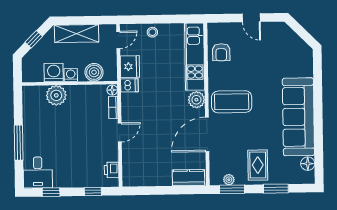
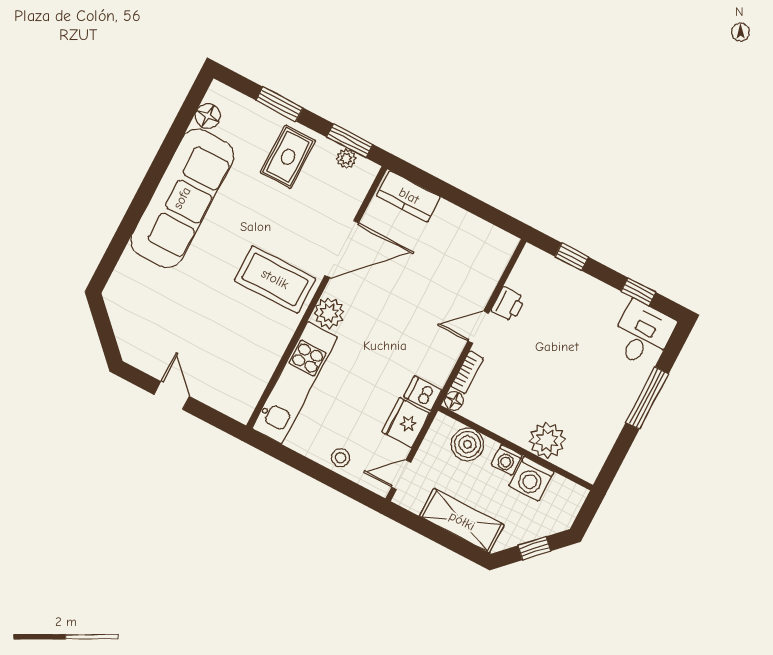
armchair: (221, 52) -> (249, 367), removed
printer: (112, 170) -> (508, 304), moved

